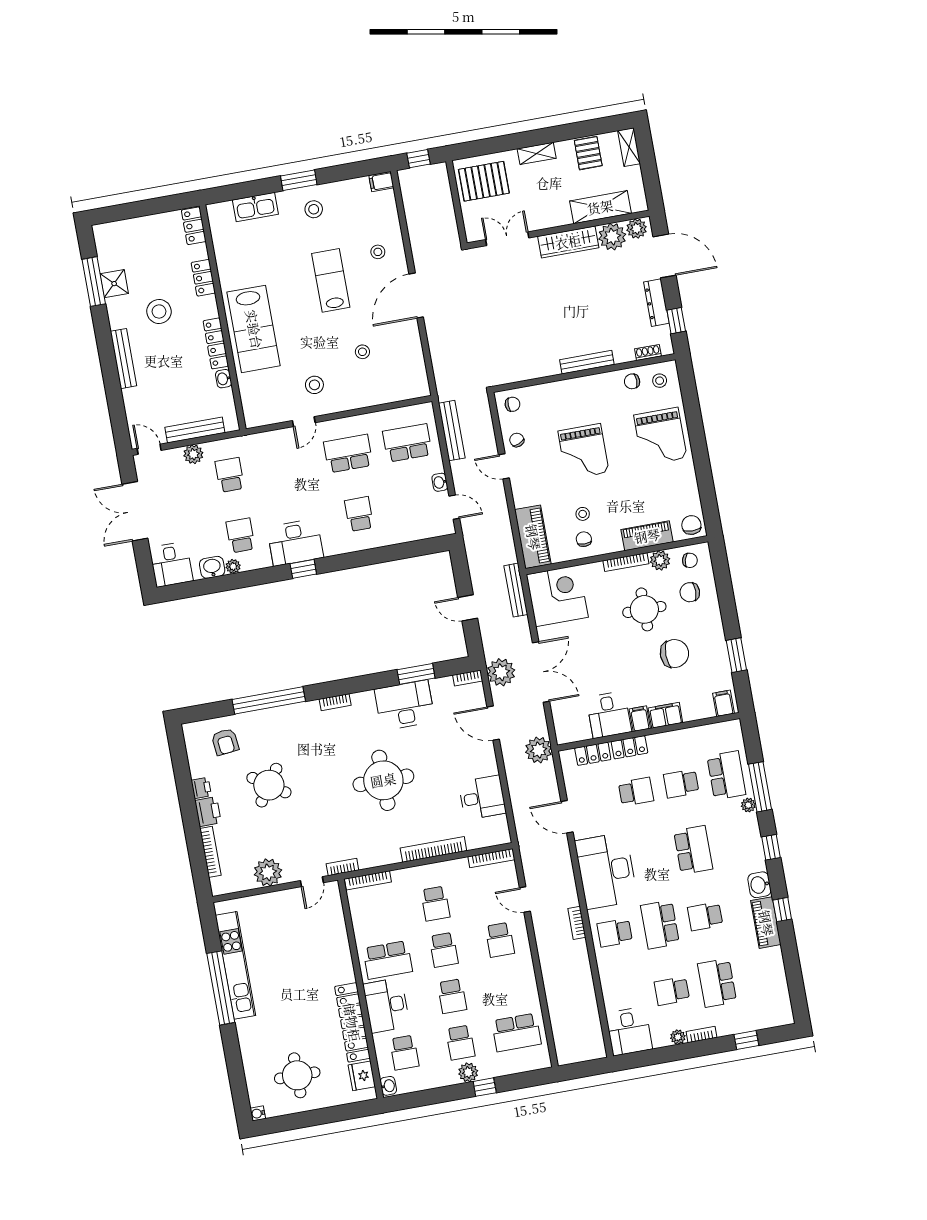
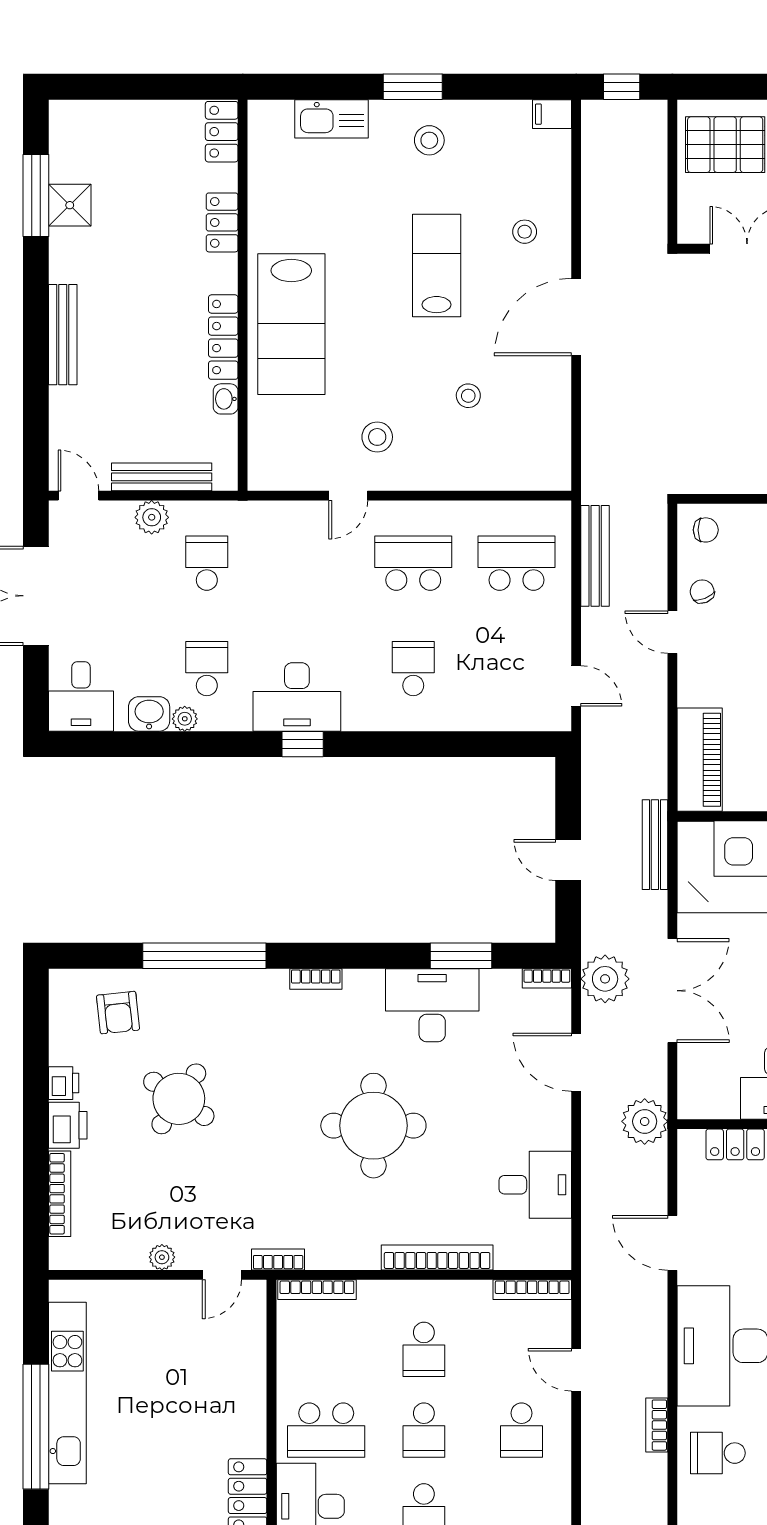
stool: (159, 311) -> (137, 266), removed
washbasin: (440, 482) -> (559, 639), removed
plant: (268, 872) -> (162, 1257), width x0.53, depth x0.53

